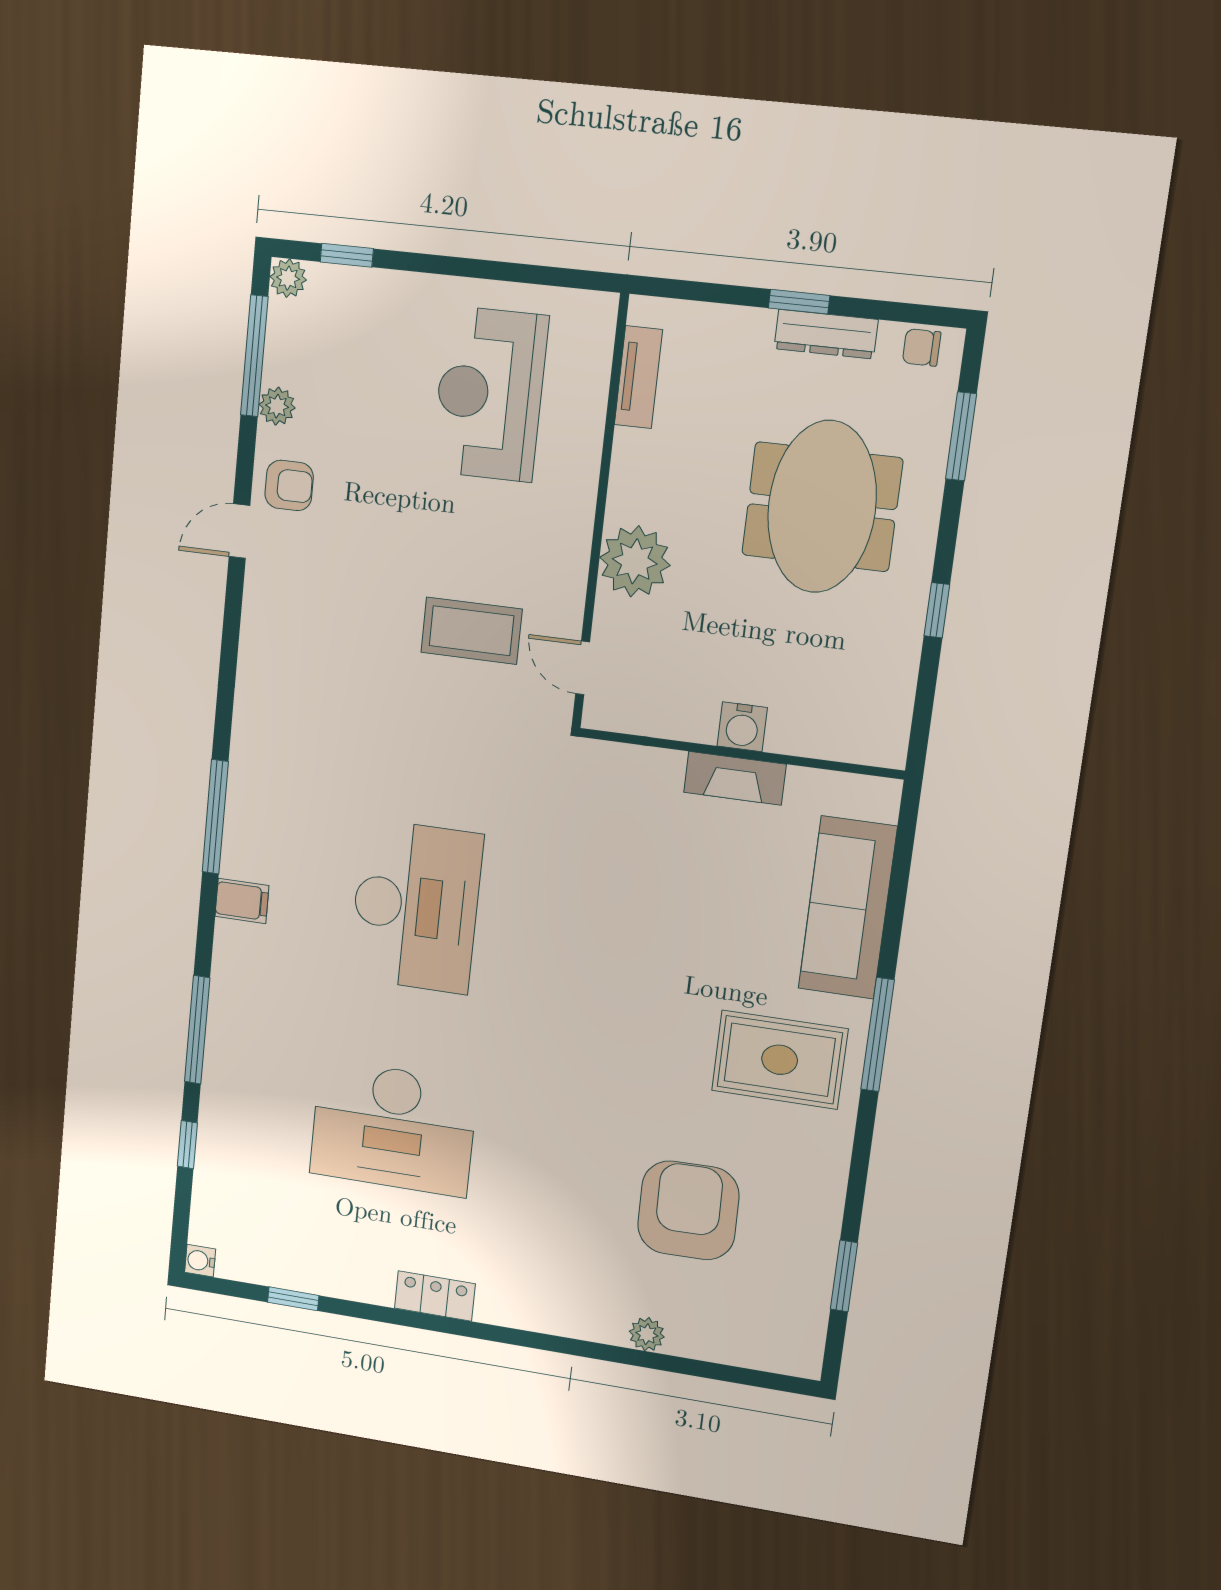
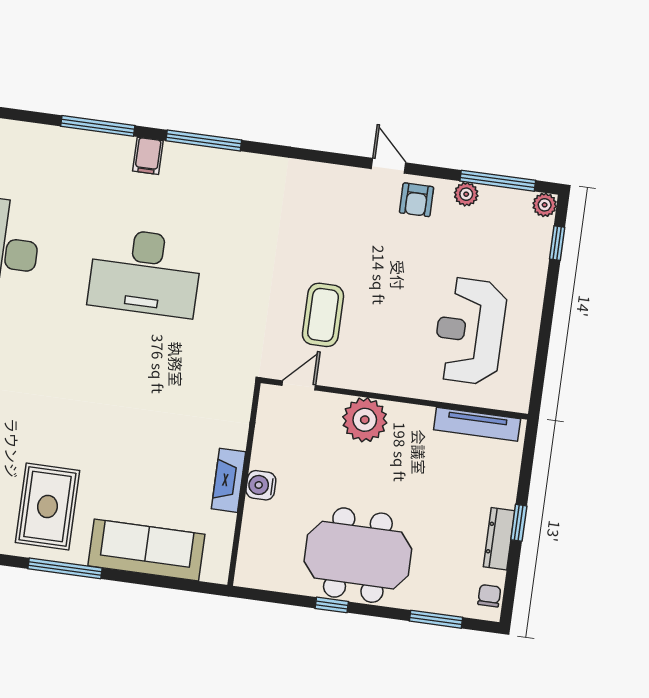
tv unit: (638, 377) -> (477, 424), width x1.41
reception desk: (490, 394) -> (470, 331), turned -90
meeting table: (822, 507) -> (358, 555), moved
window: (197, 1030) -> (98, 126), moved

